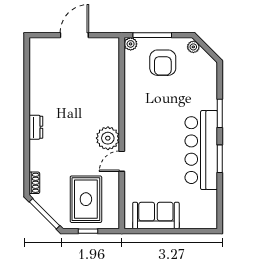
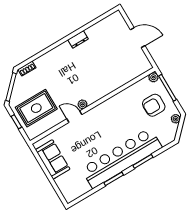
dresser: (36, 127) -> (78, 39), moved
plant: (108, 138) -> (83, 104), width x0.53, depth x0.53
bar counter: (201, 150) -> (122, 158), width x1.36

